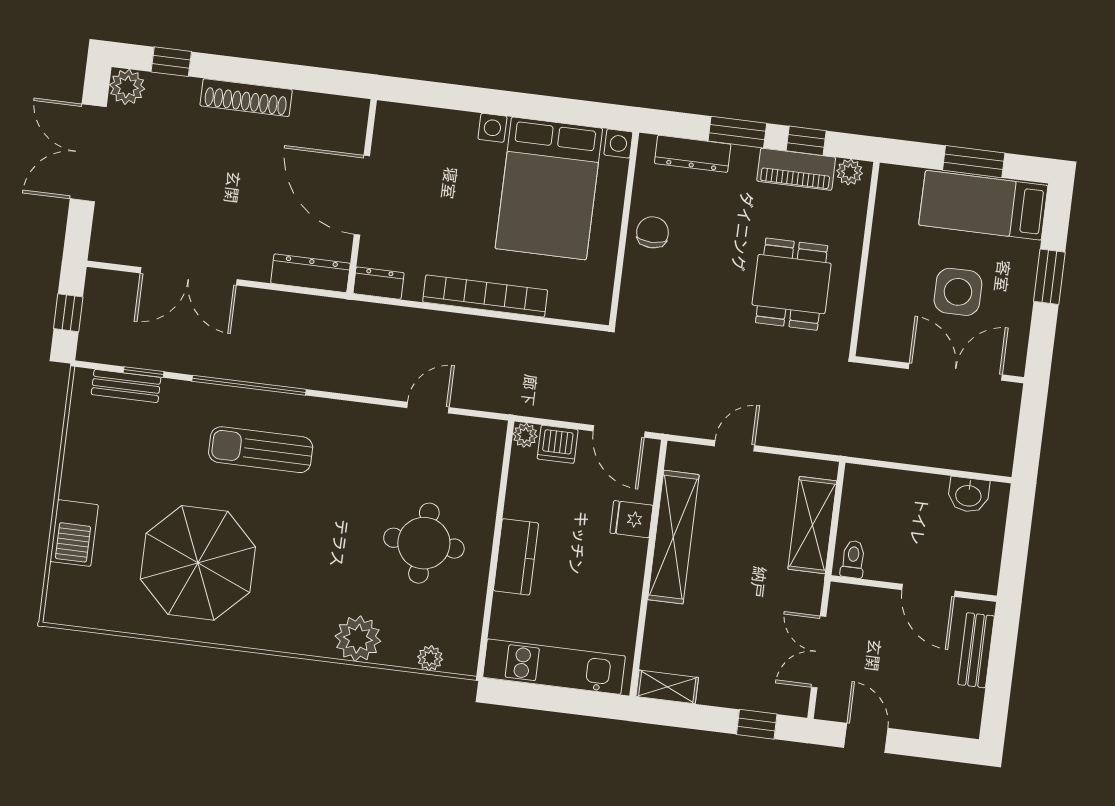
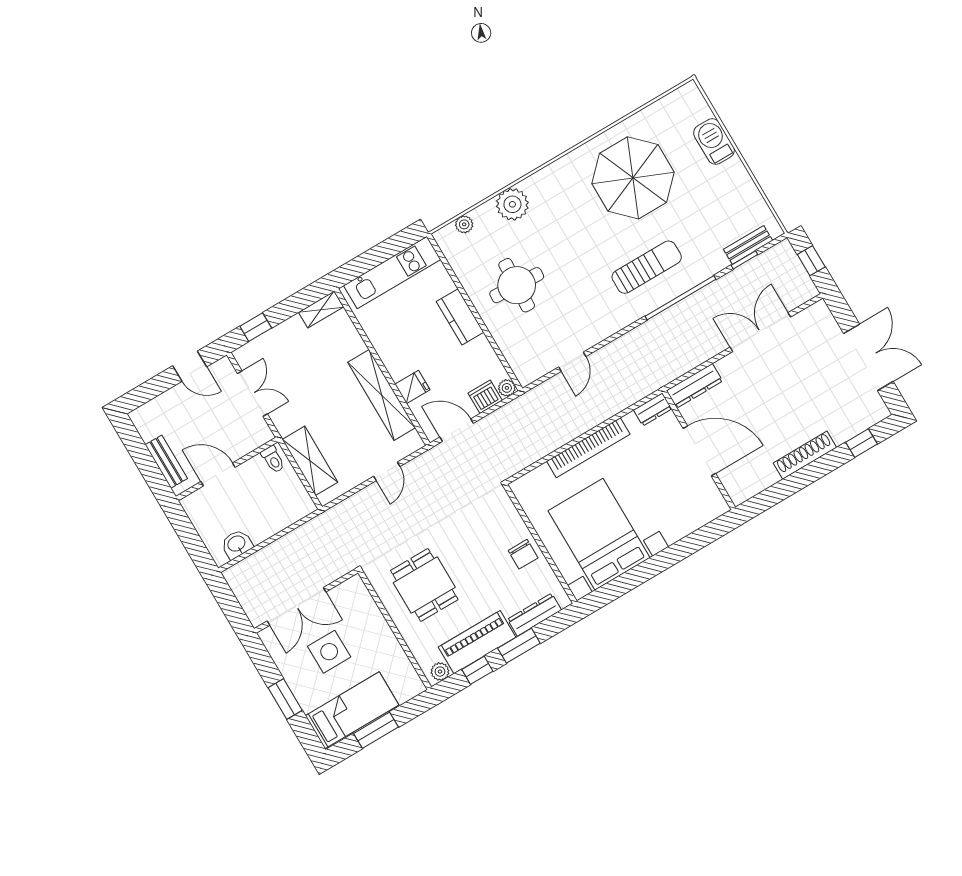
plant: (127, 87) -> (875, 410), removed
piano: (796, 169) -> (477, 642), width x1.37, depth x1.33

